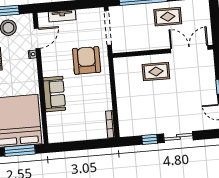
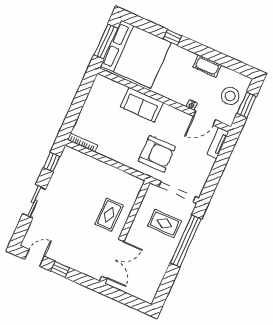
tv unit: (62, 16) -> (218, 143), moved
rug: (168, 17) -> (164, 223), moved, turned 90
door: (37, 38) -> (204, 118), hinge flipped
window: (150, 139) -> (52, 162), moved

